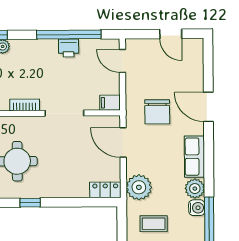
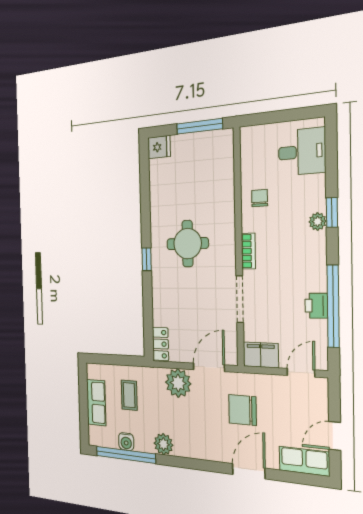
filing cabinet: (110, 103) -> (261, 355), width x2.00
row of seats: (194, 157) -> (304, 461), moved
plant: (139, 187) -> (178, 383), moved
water cooler: (197, 208) -> (126, 442), moved

